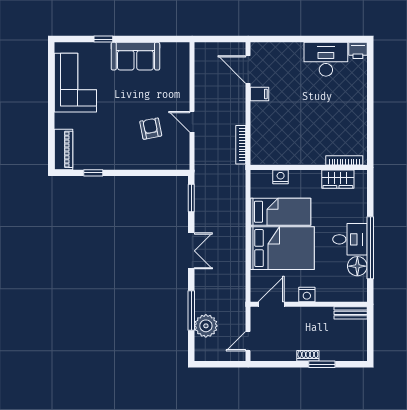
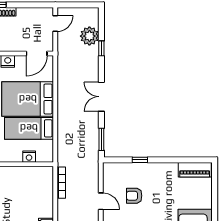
armchair: (151, 129) -> (134, 196), turned 101
piano: (63, 149) -> (195, 170), moved, turned -90
window: (93, 173) -> (140, 160), moved
window: (191, 311) -> (101, 48), width x0.46

